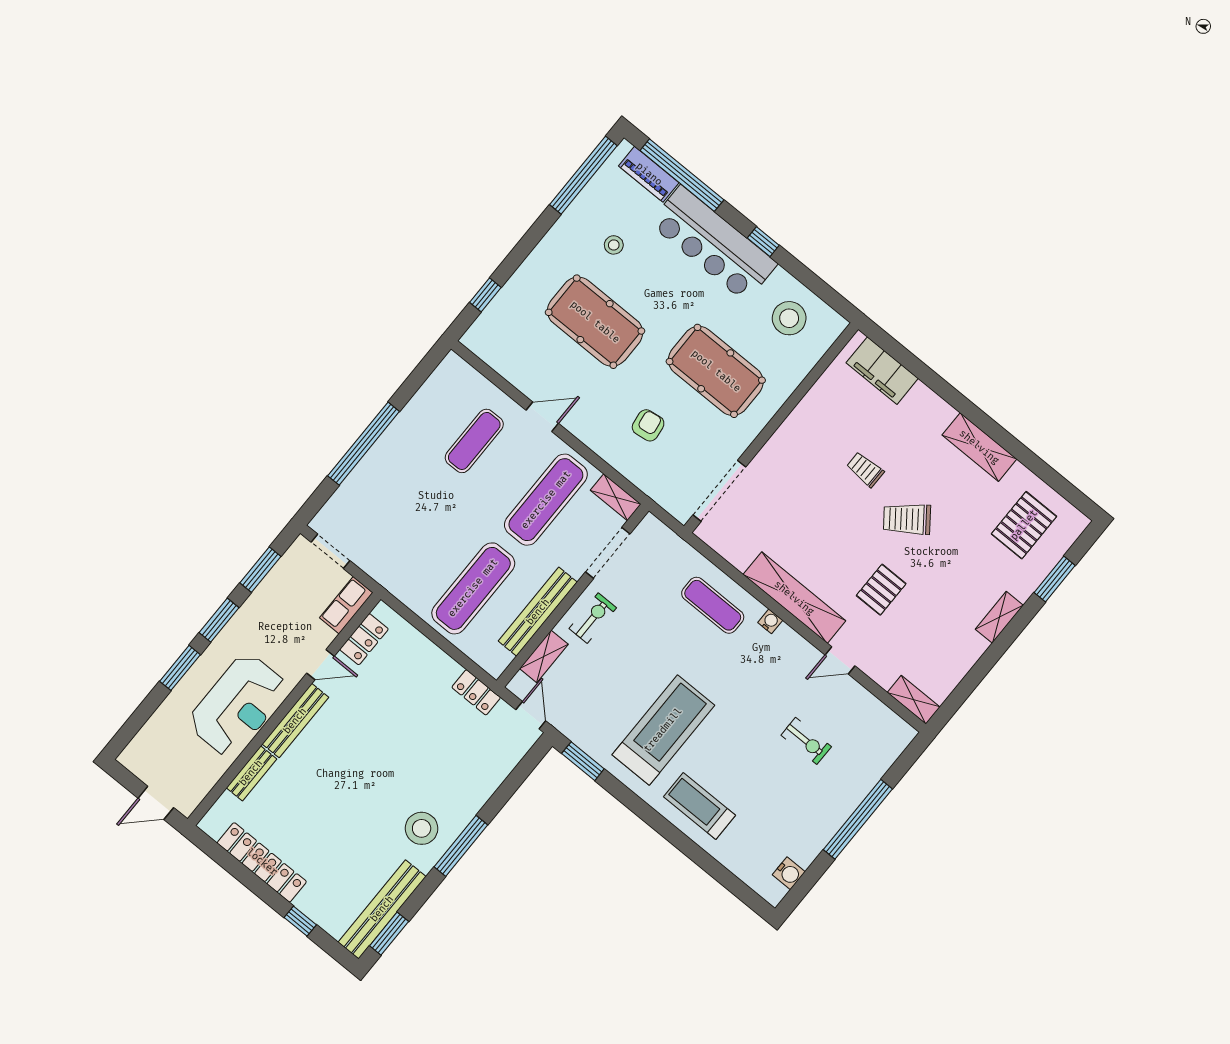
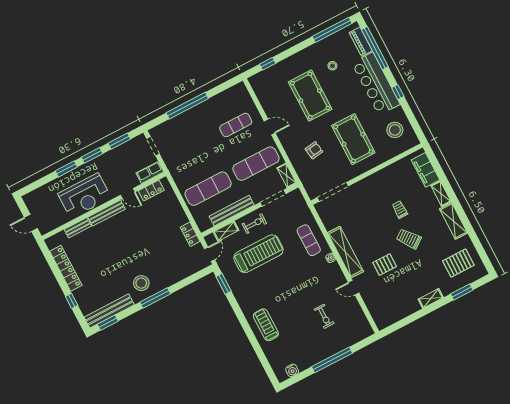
shelving: (914, 700) -> (441, 194), moved
treadmill: (663, 730) -> (258, 254), moved

